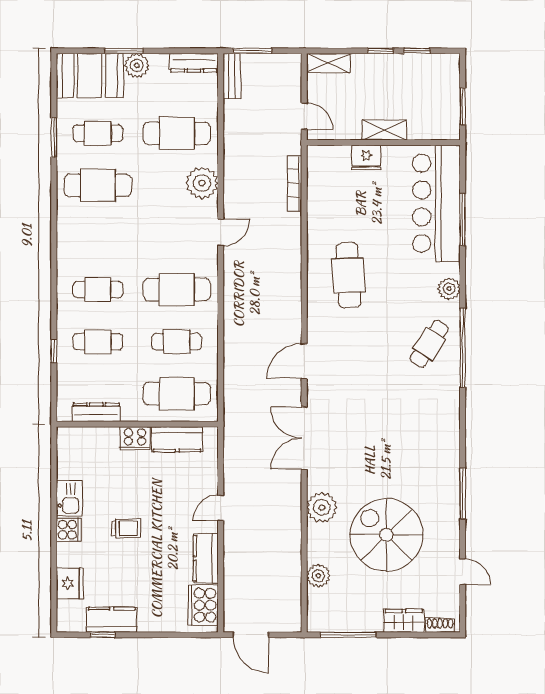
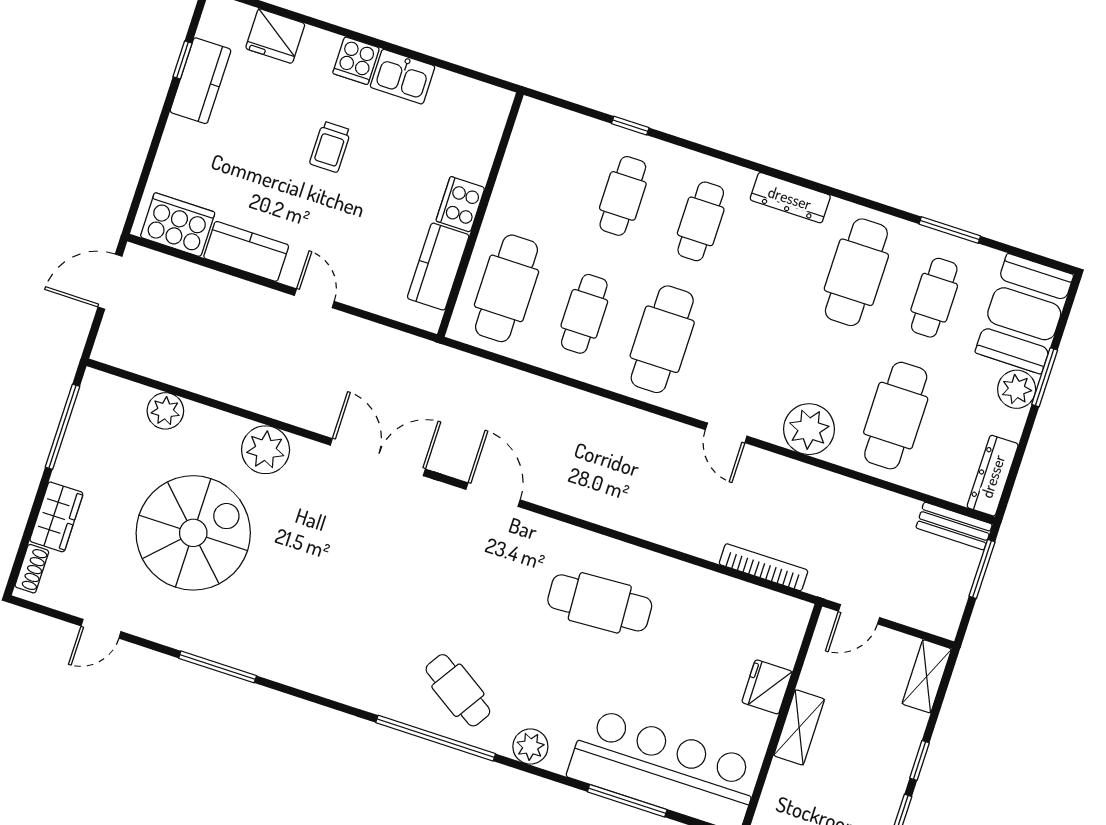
dresser: (96, 412) -> (790, 198), moved, turned 90

